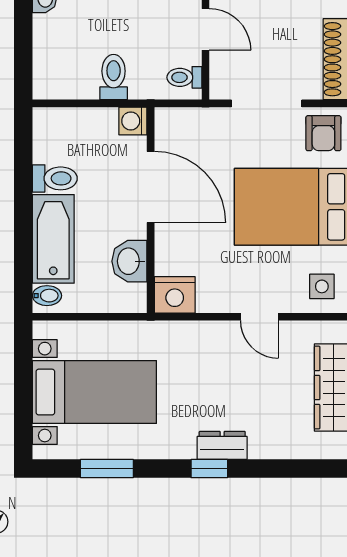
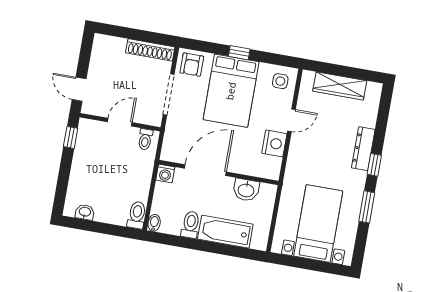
toilet: (114, 77) -> (137, 215), moved, turned 90
armchair: (323, 133) -> (192, 65), turned 90
nightstand: (175, 295) -> (274, 143), moved
bidet: (47, 296) -> (154, 223), moved
dresser: (222, 445) -> (363, 149), width x1.44
window: (107, 469) -> (367, 207), moved

